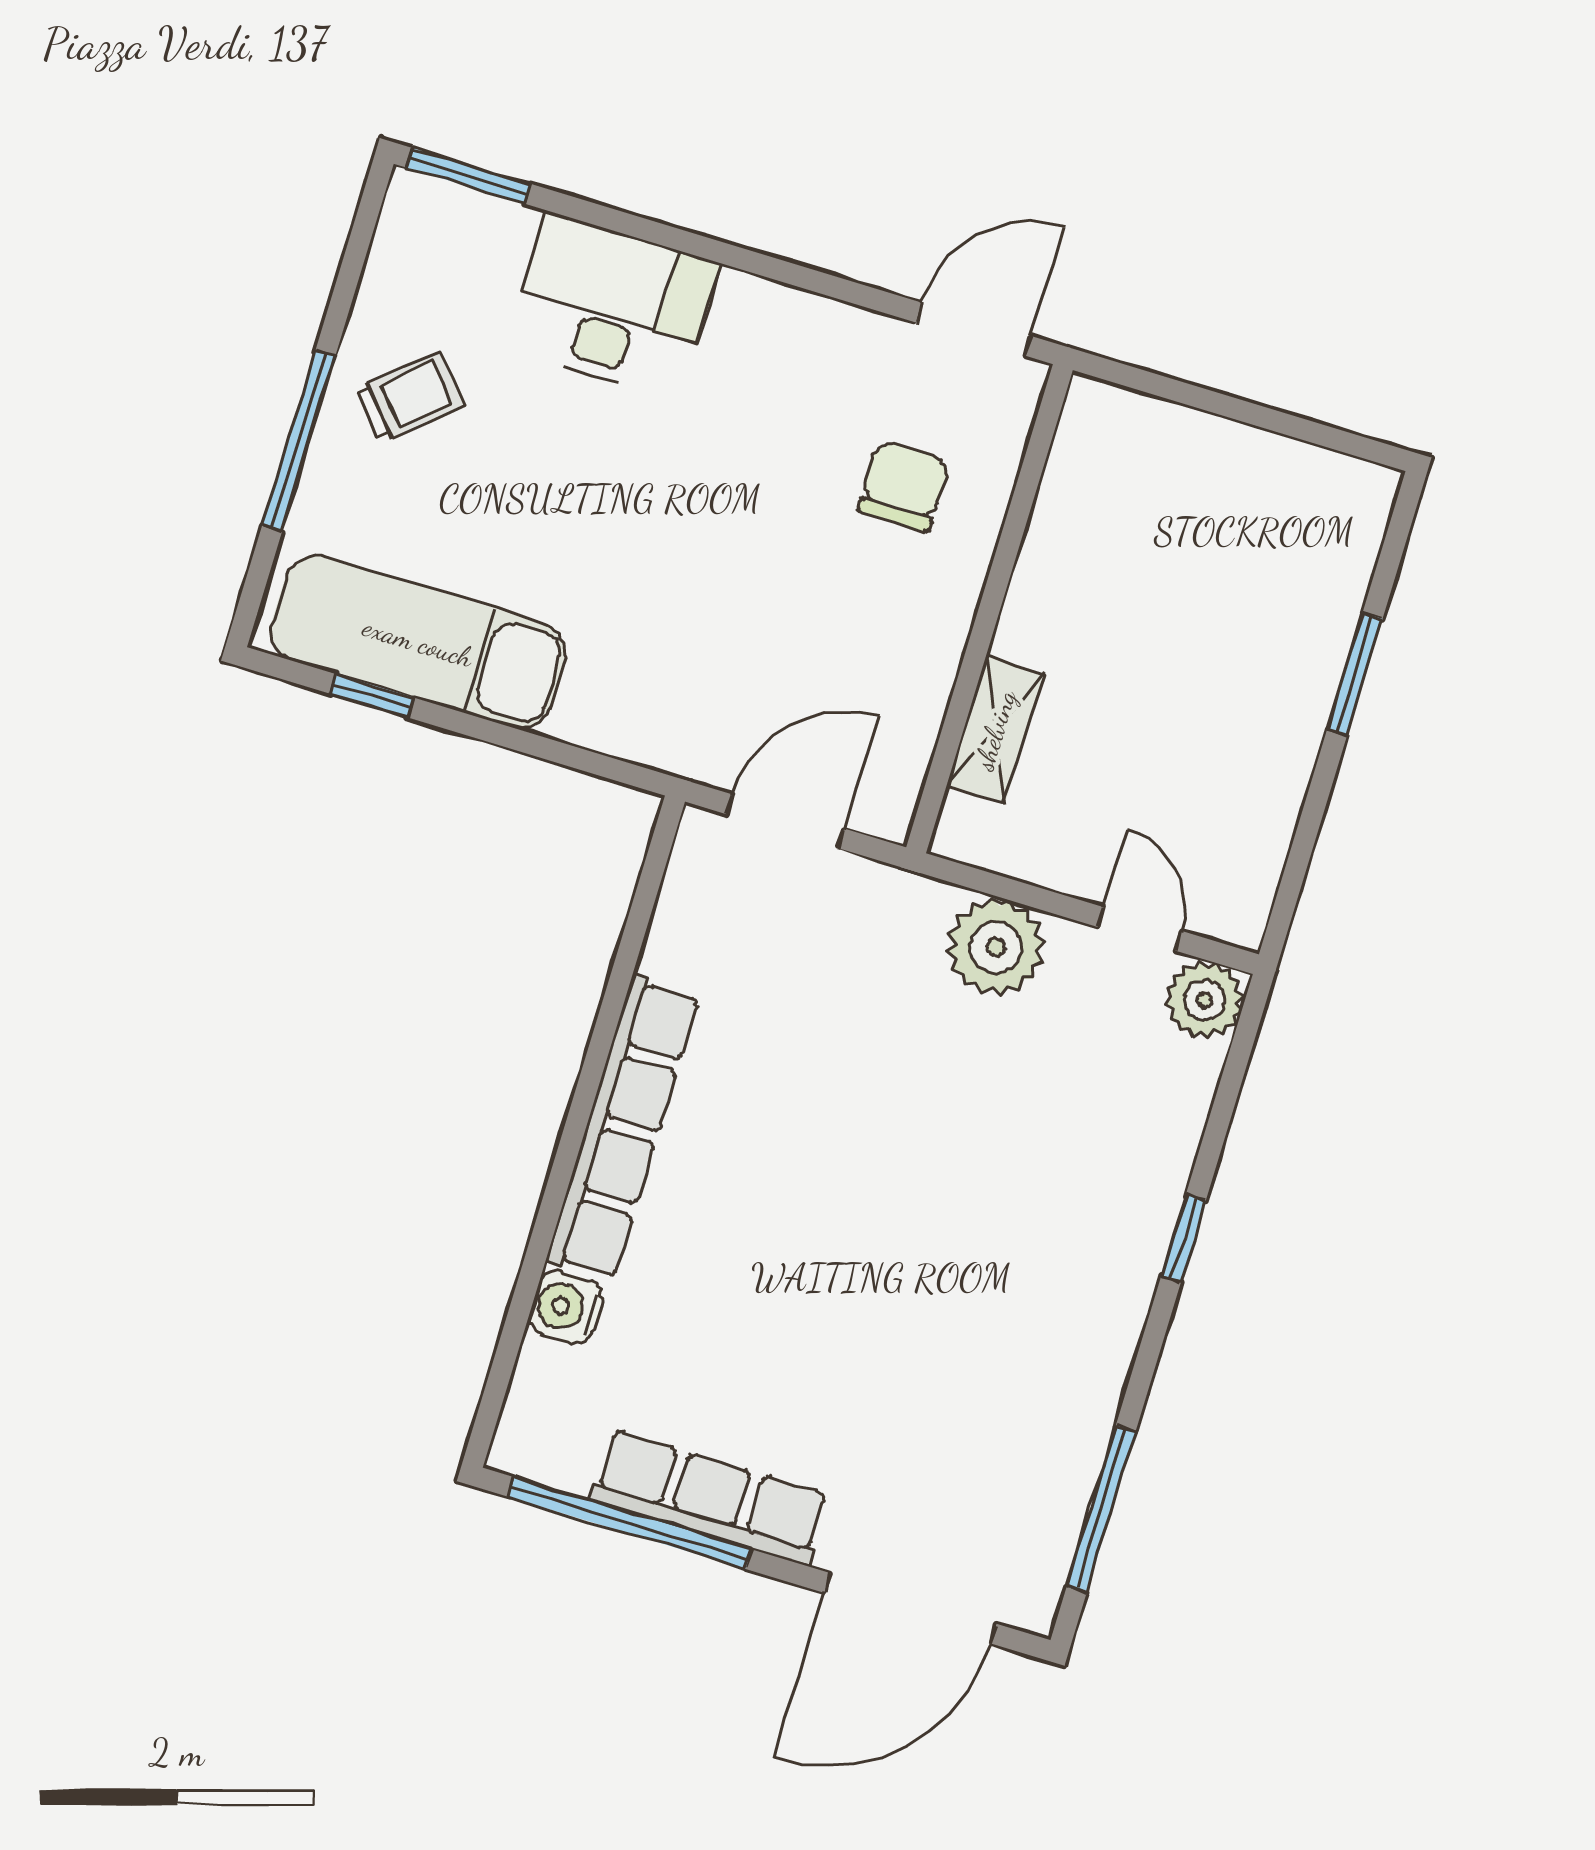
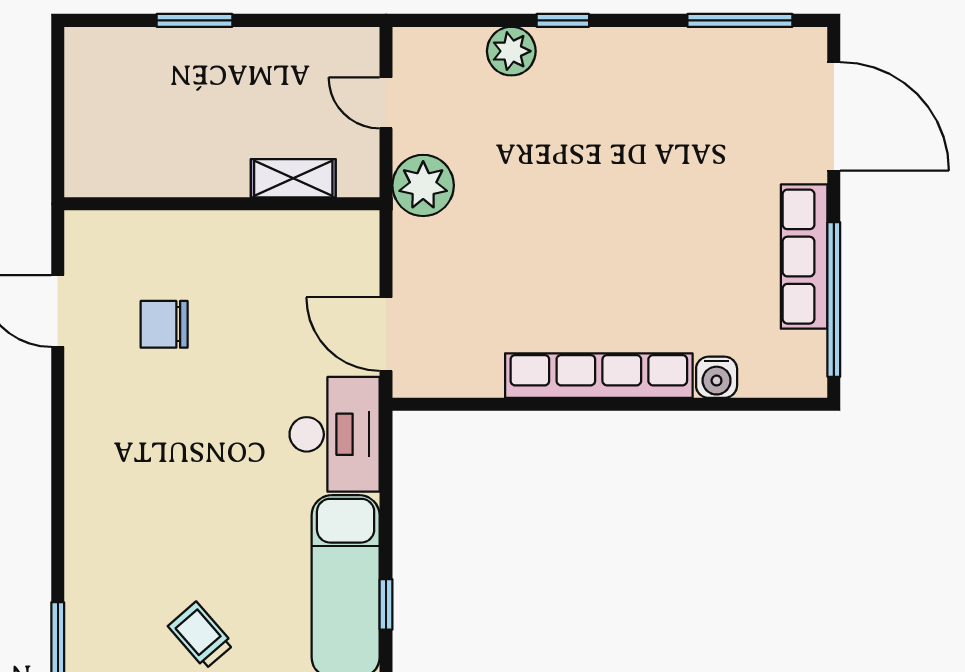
desk: (612, 306) -> (335, 434), moved, turned 180
wall: (990, 609) -> (222, 204), moved
shelving: (995, 730) -> (293, 178), moved
door: (1139, 929) -> (386, 103), hinge flipped
plant: (1204, 1000) -> (511, 51), moved

